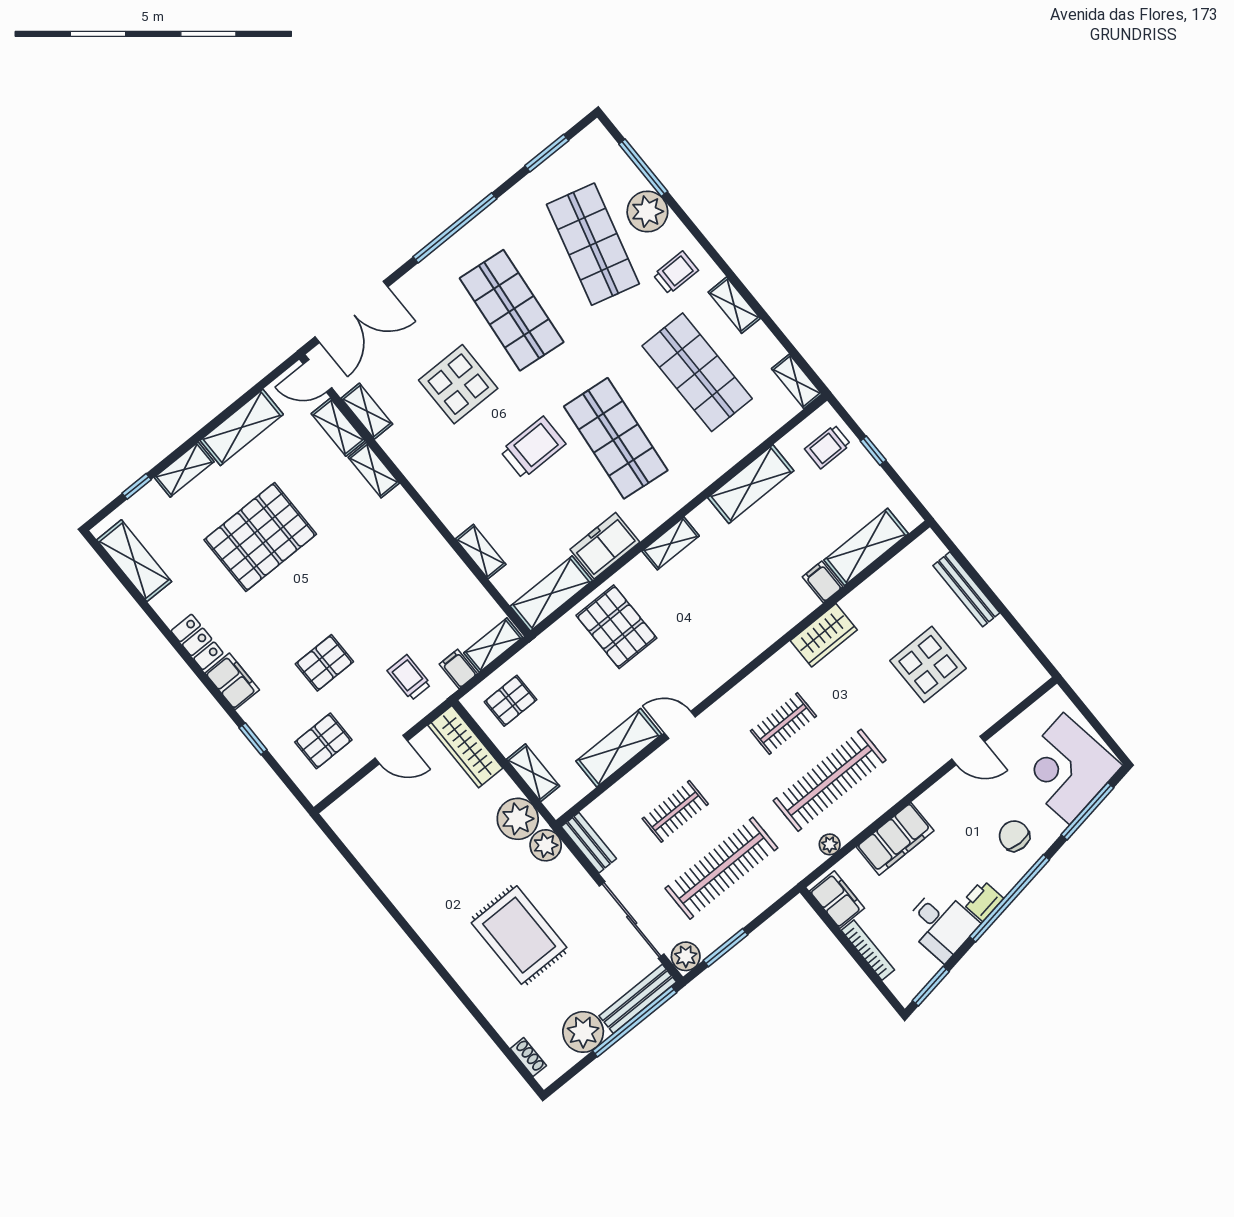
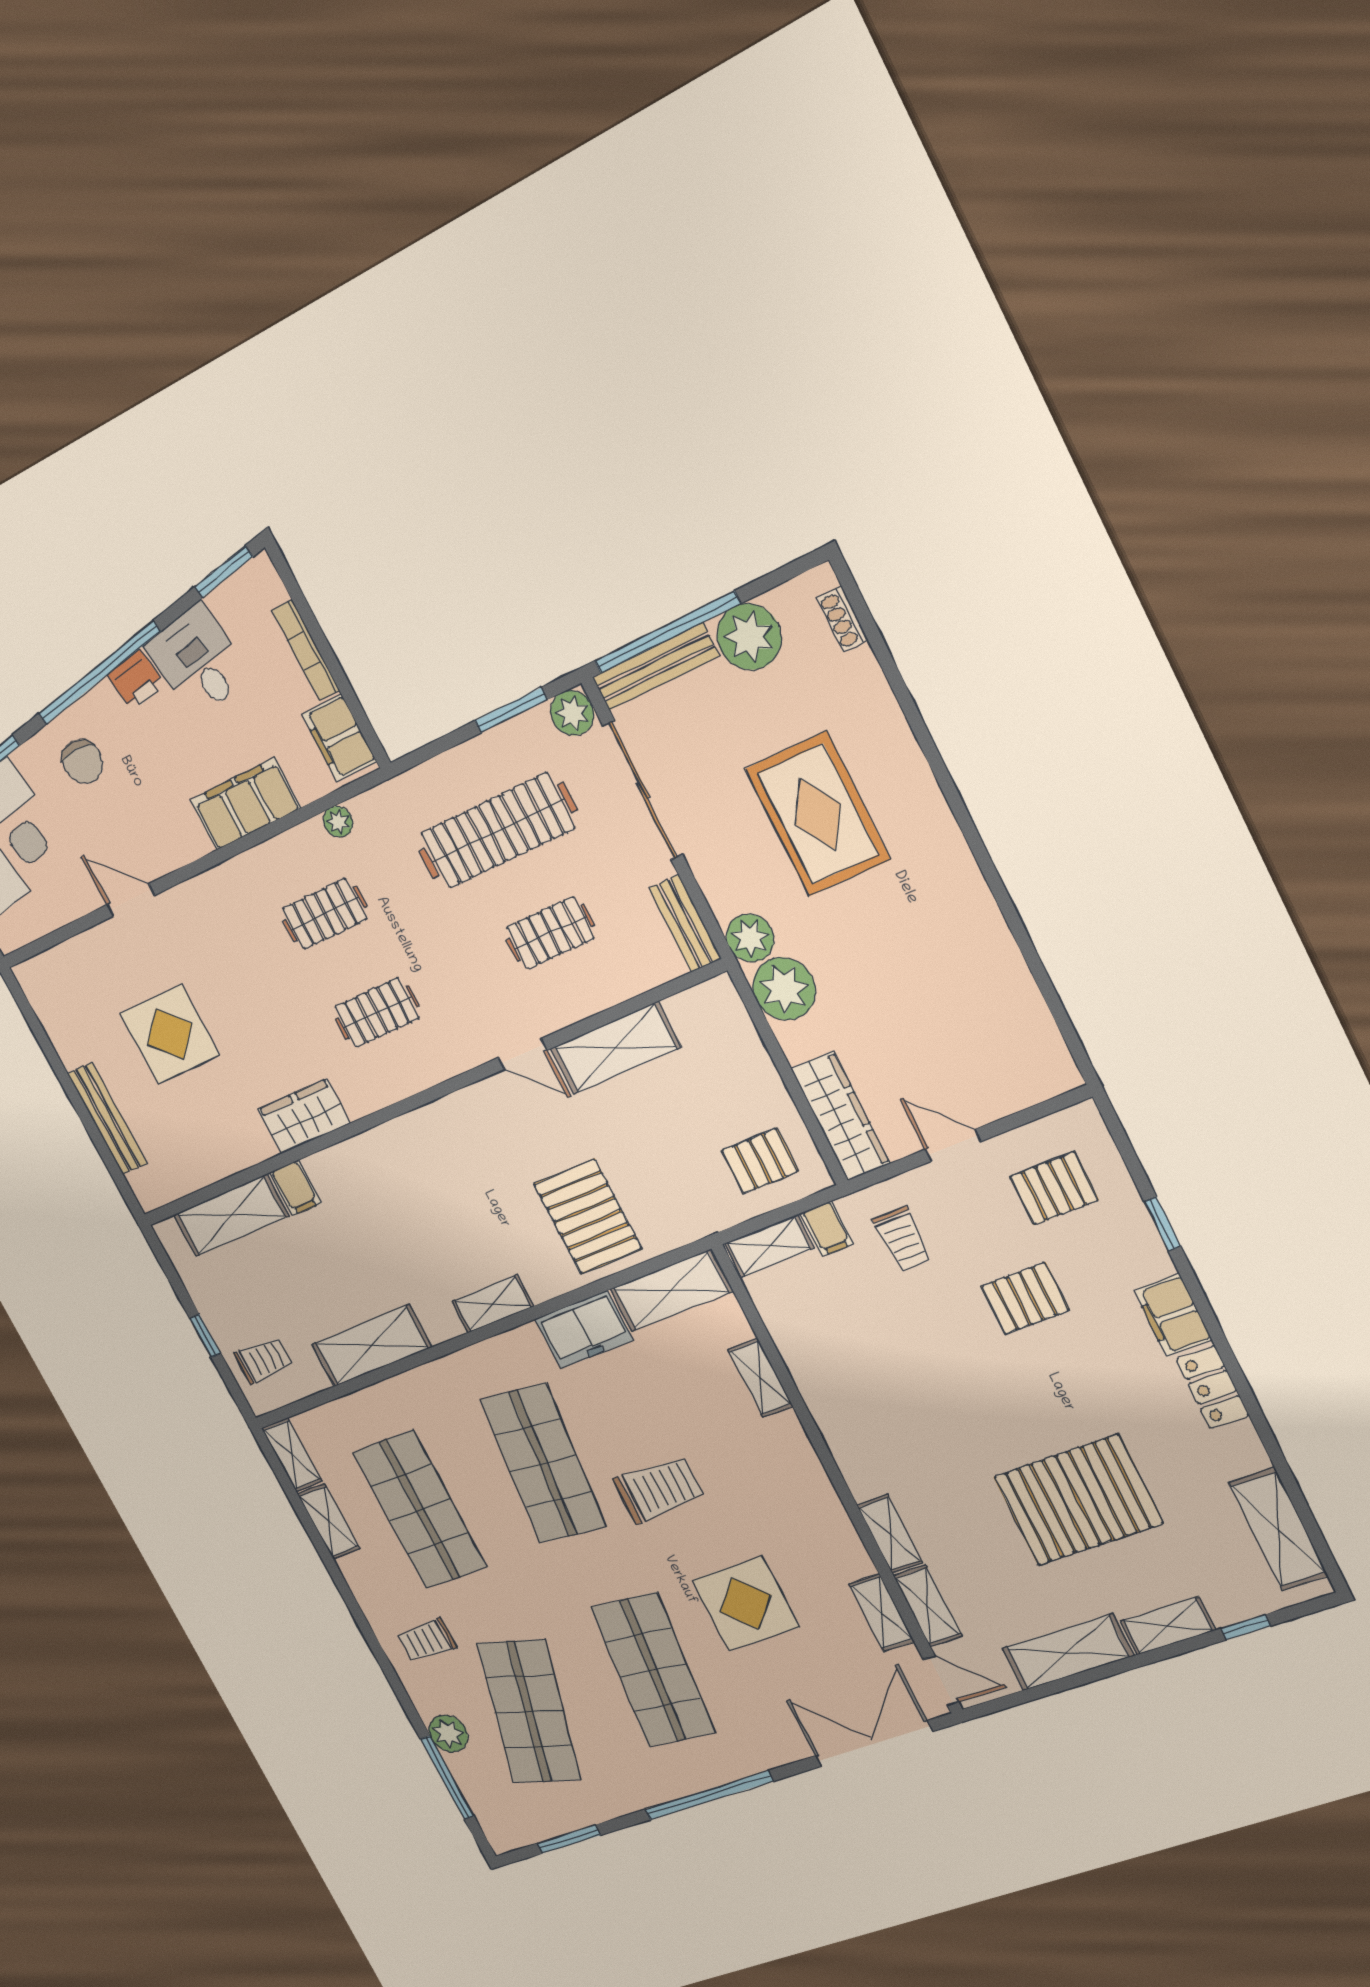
plant: (647, 212) -> (448, 1734), width x0.73, depth x0.73
shelving: (734, 305) -> (329, 1521), moved
trolley: (533, 448) -> (659, 1489), turned 180
shelving: (533, 773) -> (748, 1049), removed
clothes rail: (830, 780) -> (325, 914), width x0.54, depth x0.76

